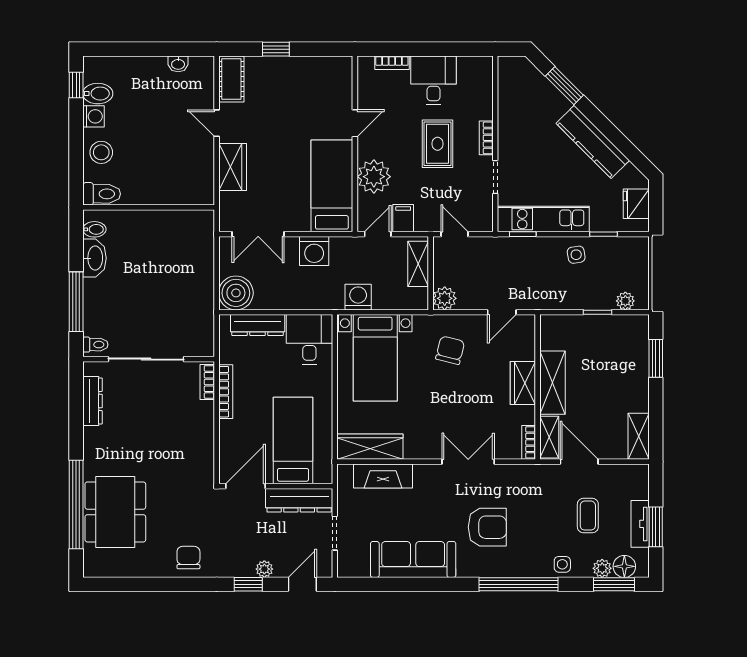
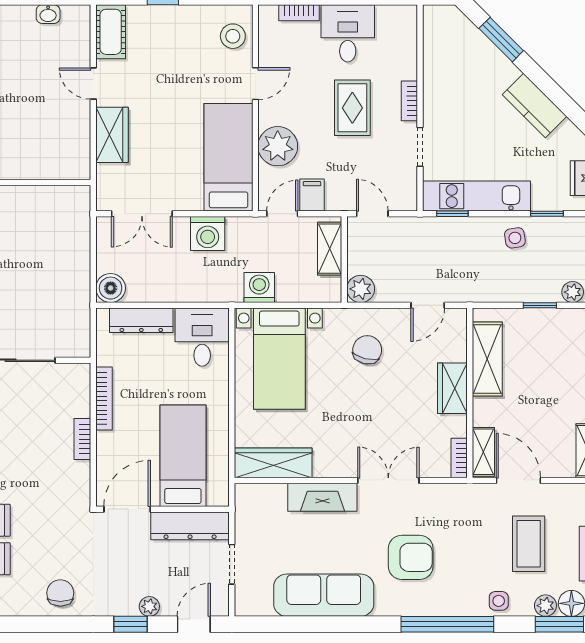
stool: (336, 83) -> (233, 36), added
kitchen counter: (593, 142) -> (534, 106), width x0.67
boiler: (236, 293) -> (111, 288), width x0.73, depth x0.73
bookcase: (207, 382) -> (82, 439), moved
shelving: (553, 383) -> (487, 359), moved
fireplace: (383, 476) -> (322, 497), moved
coffee table: (588, 516) -> (529, 544), width x1.36, depth x1.30

